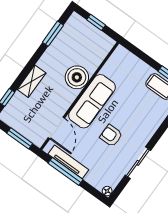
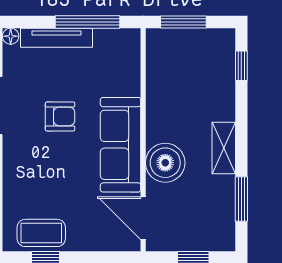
shelving: (32, 81) -> (224, 148), moved
door: (56, 128) -> (143, 218), moved
tv unit: (68, 162) -> (56, 38), moved

